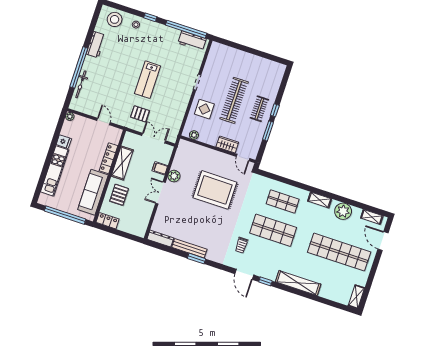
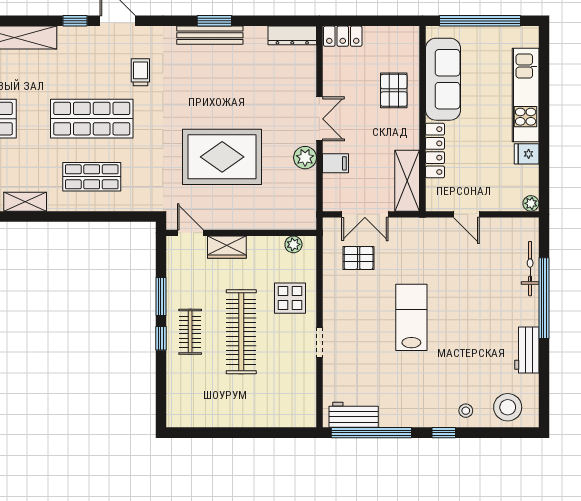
pallet: (140, 114) -> (359, 258), moved
shelving: (122, 163) -> (407, 181), moved
locker: (108, 221) -> (343, 36), moved
bench: (189, 248) -> (210, 35), moved

